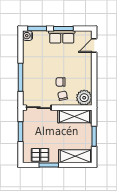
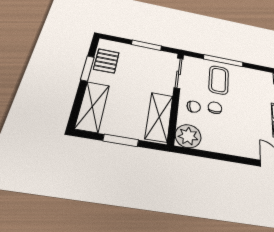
coffee table: (38, 80) -> (219, 80), added

